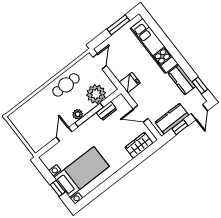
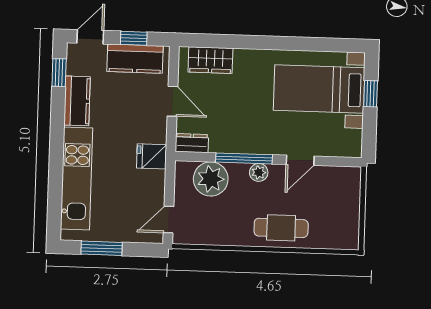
cafe table: (66, 85) -> (281, 228), moved
dresser: (107, 111) -> (192, 143), moved

